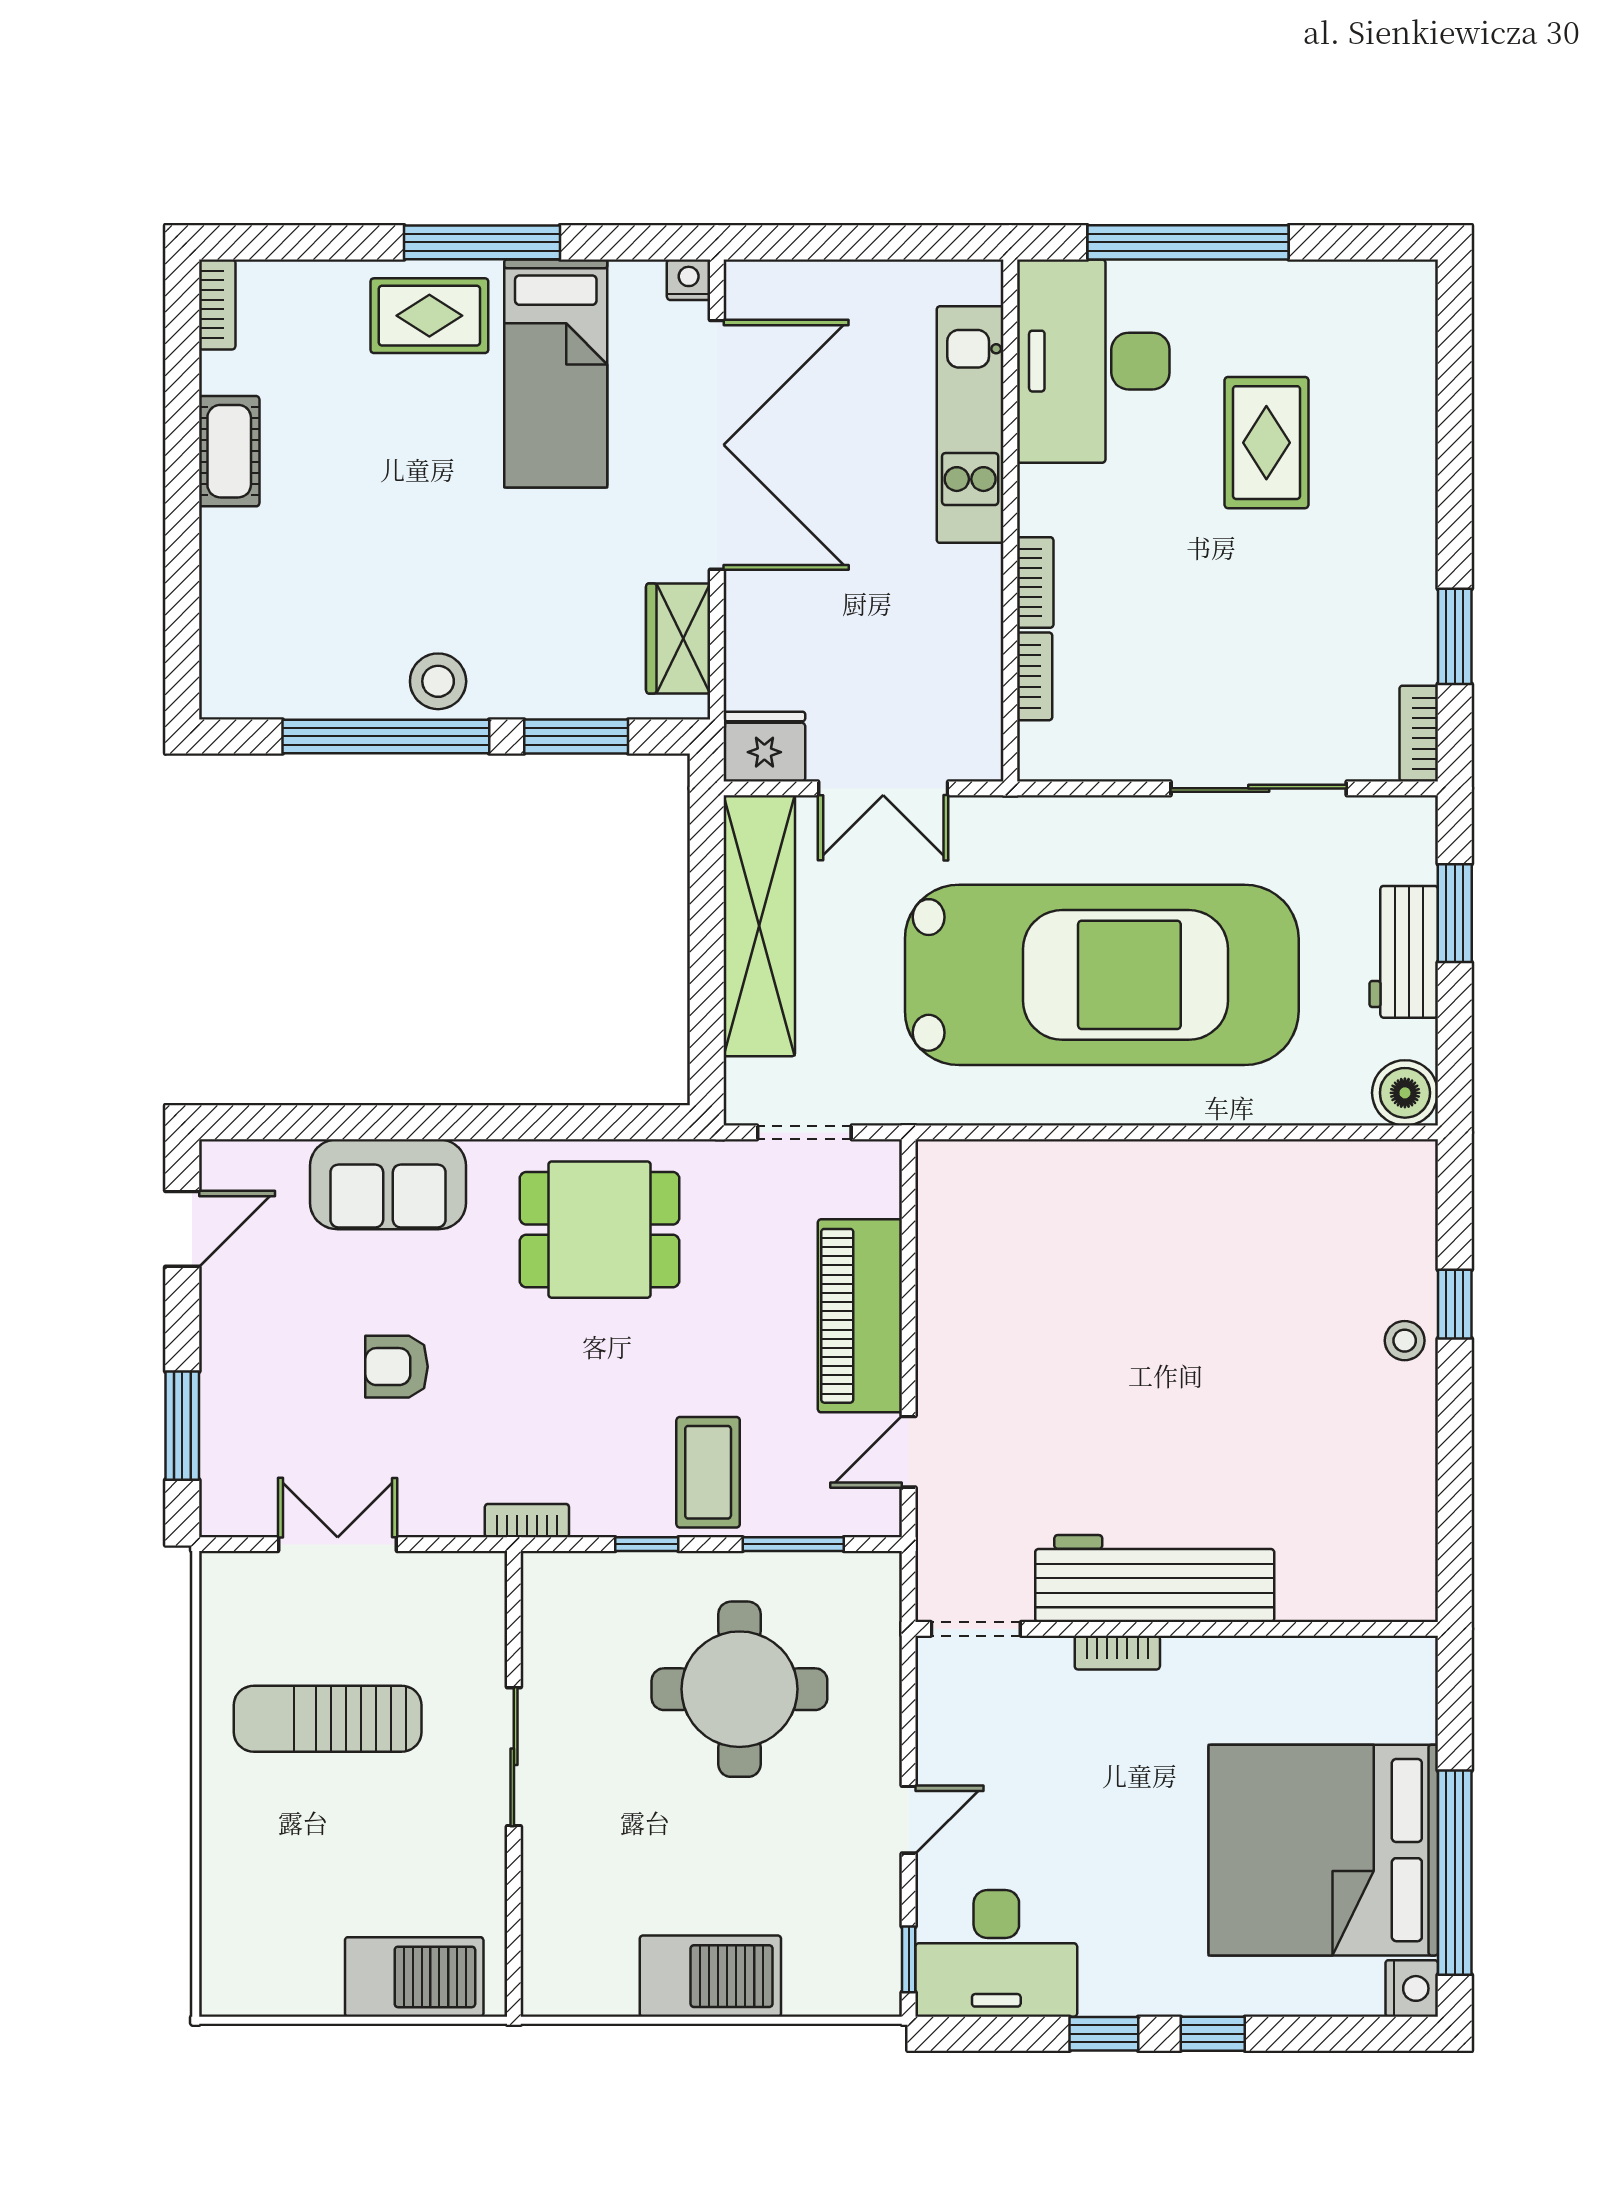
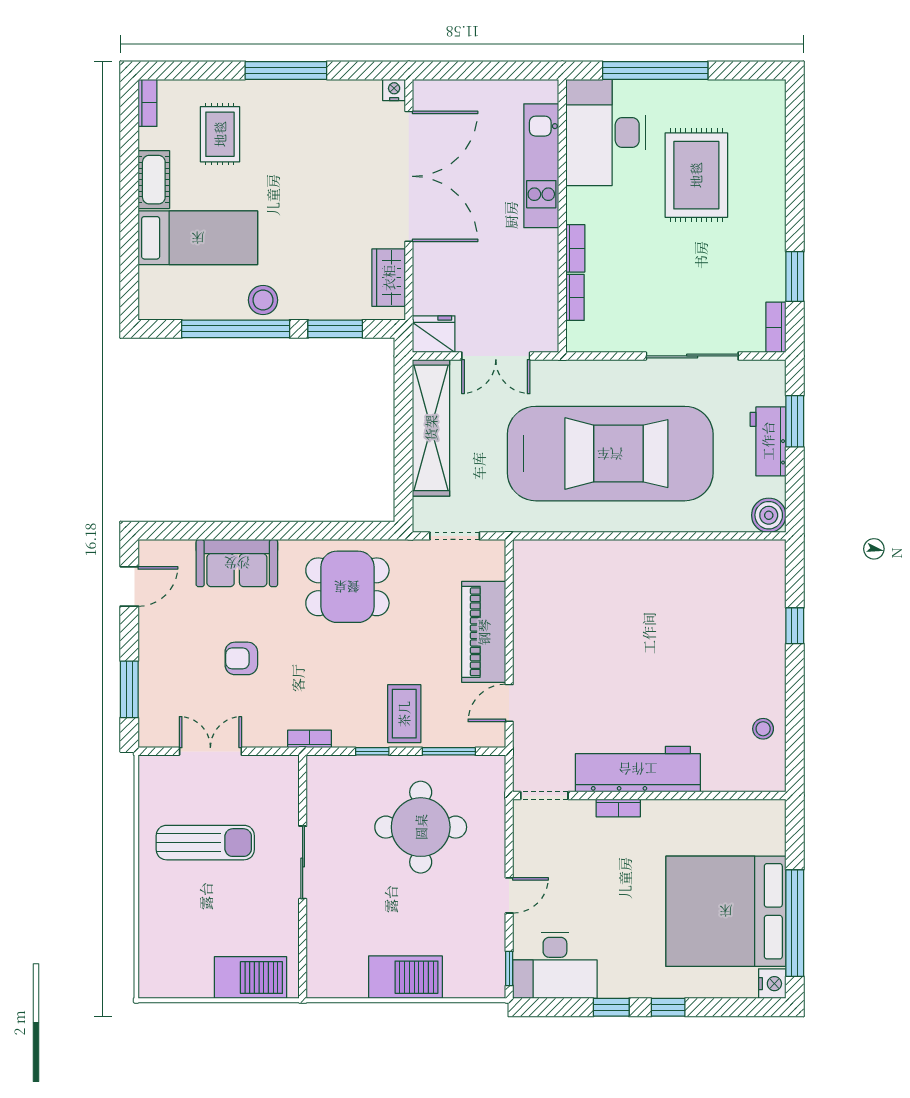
rug: (429, 316) -> (220, 134), moved, turned 90
bed: (556, 373) -> (198, 238), moved, turned -90
rug: (1266, 443) -> (696, 175), width x1.36, depth x1.43
stool: (1405, 1341) -> (763, 729), moved
sun lounger: (328, 1719) -> (205, 843), turned 180

